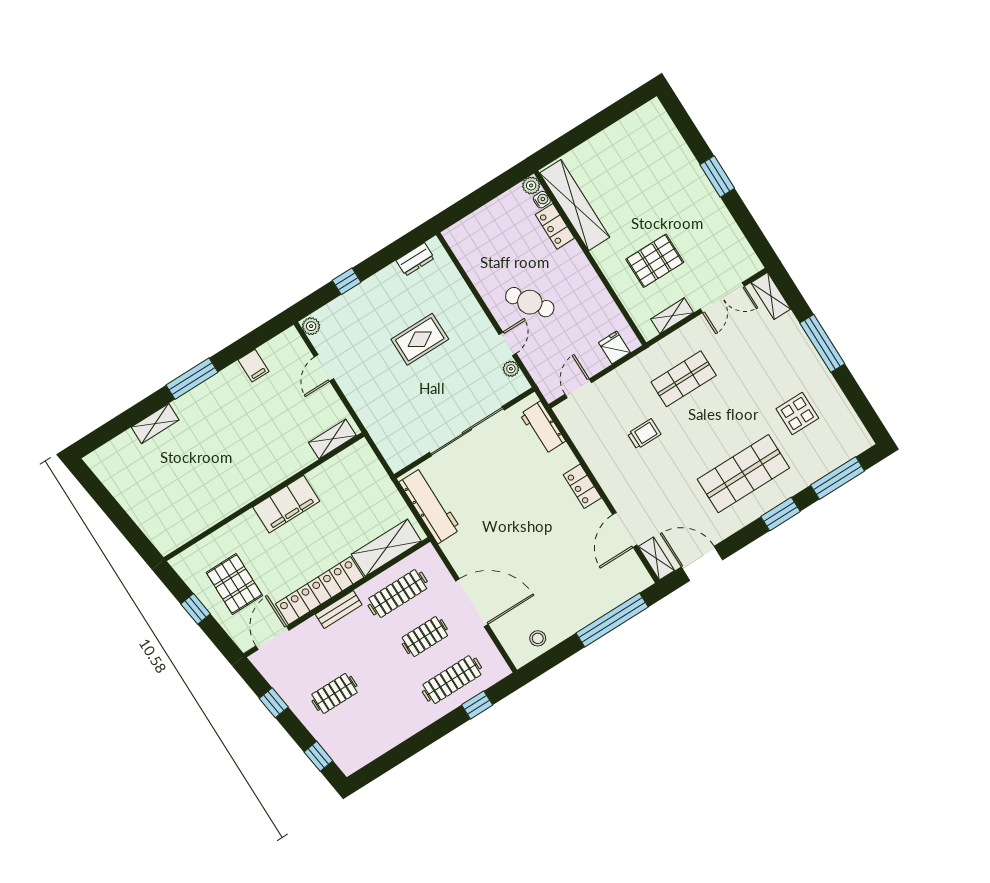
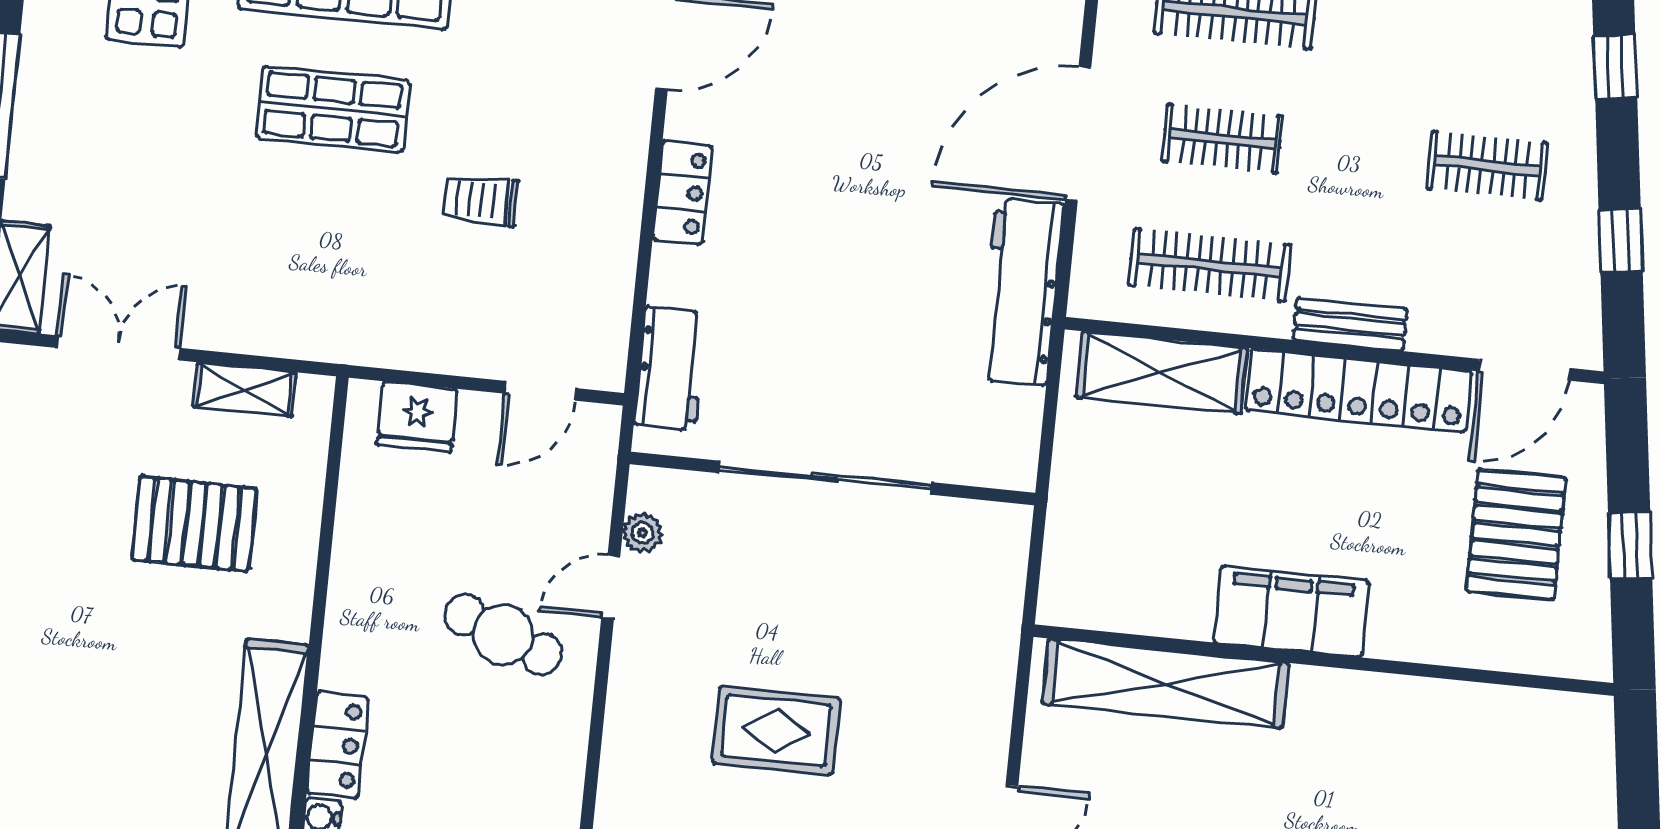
cafe table: (530, 302) -> (503, 635), turned -33
fridge: (614, 347) -> (417, 417), width x1.38
shop shelf: (684, 379) -> (333, 109), moved
shelving: (332, 439) -> (1166, 683), width x2.20, depth x1.33
workbench: (430, 506) -> (1021, 292), moved
door: (472, 603) -> (1078, 134), hinge flipped

